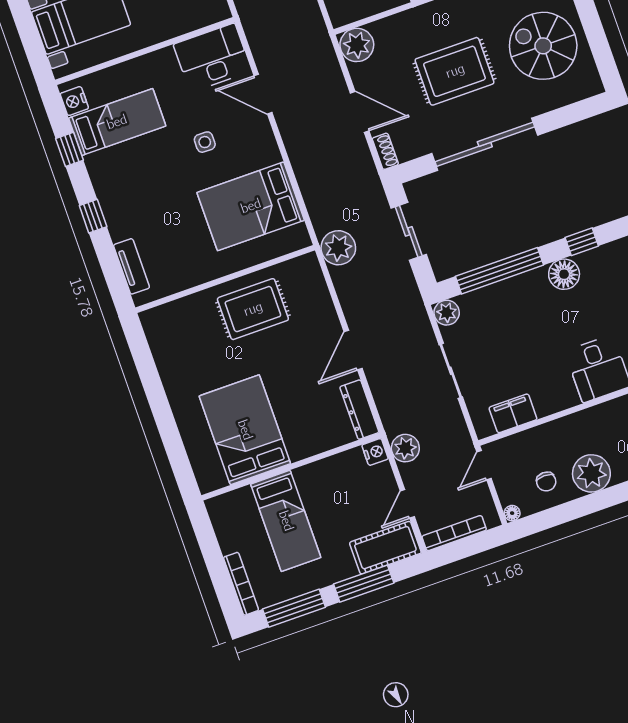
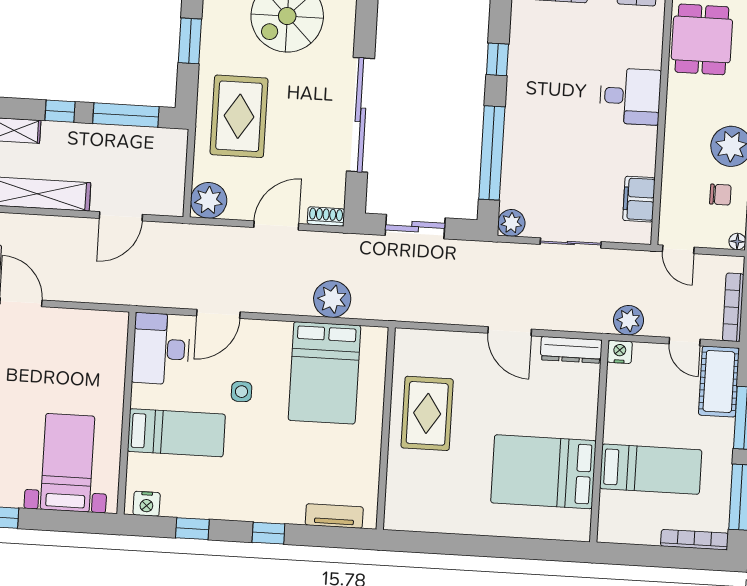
rug: (455, 71) -> (239, 116), moved
bed: (117, 122) -> (176, 433), moved, turned 90
plant: (338, 248) -> (332, 299), moved
floor lamp: (564, 274) -> (522, 91), removed

